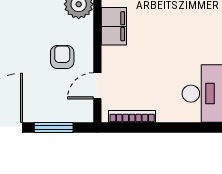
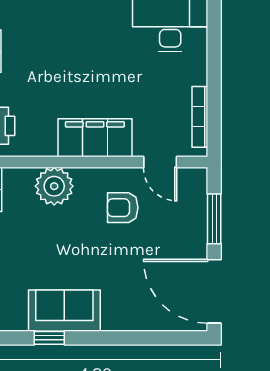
filing cabinet: (114, 26) -> (95, 138), width x1.50, depth x1.17

